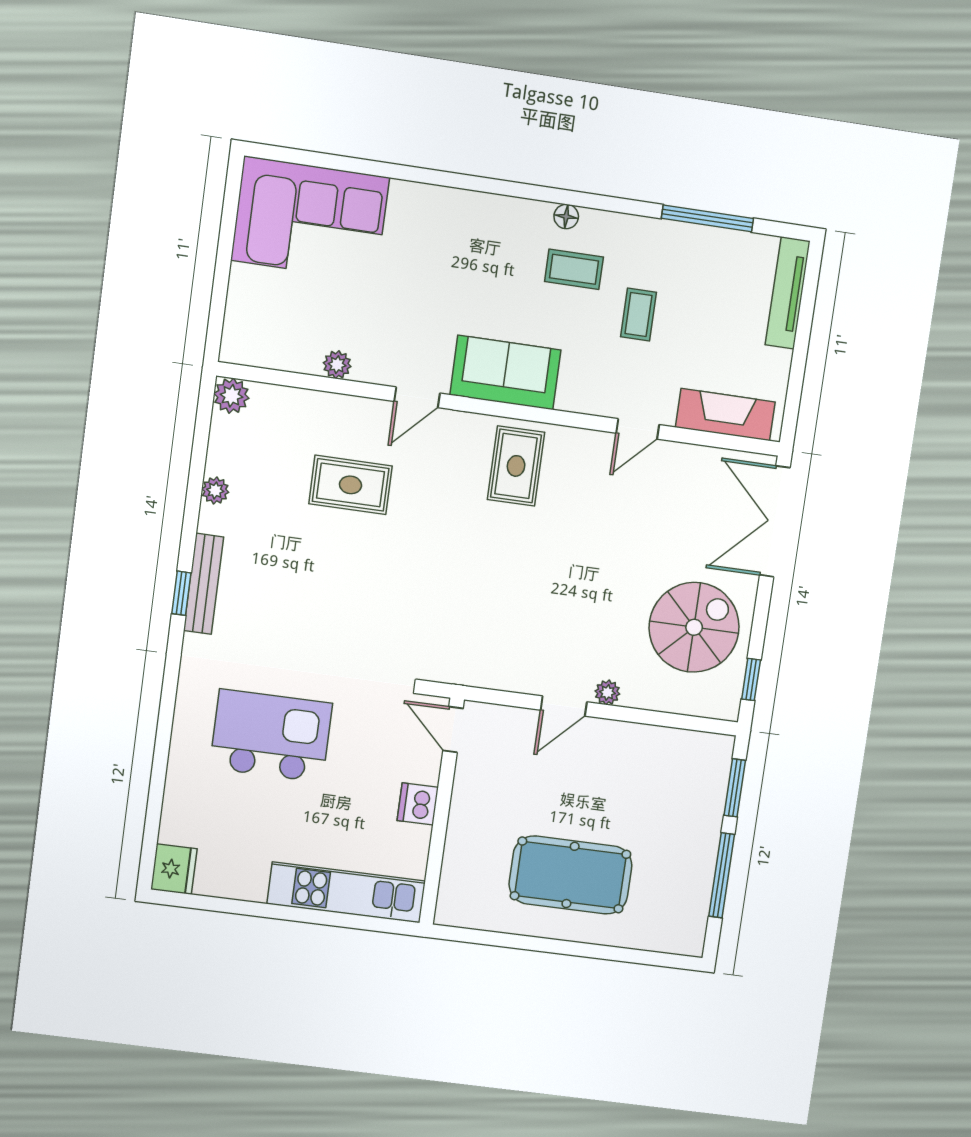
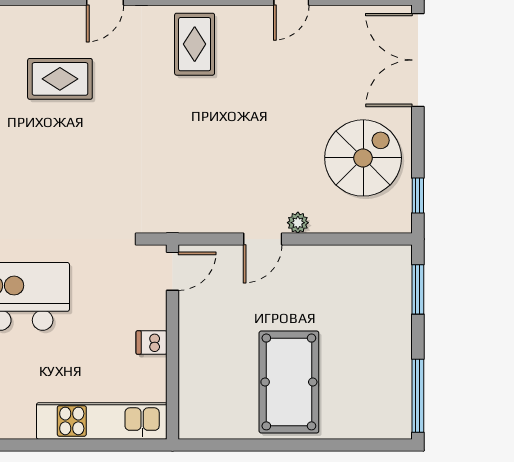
door: (453, 730) -> (173, 271), swing flipped
dishwasher: (418, 804) -> (152, 343), width x0.73
pool table: (571, 875) -> (289, 382), turned 90
window: (722, 875) -> (418, 396), moved

